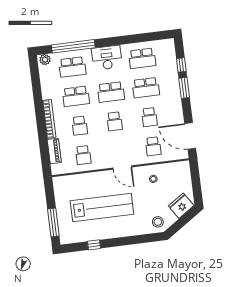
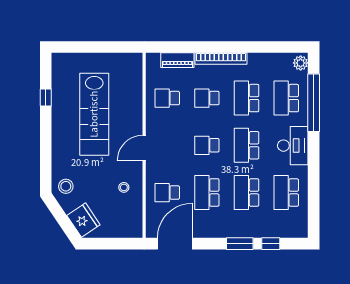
school desk: (149, 117) -> (207, 193), width x1.85
window: (53, 223) -> (82, 47), removed

